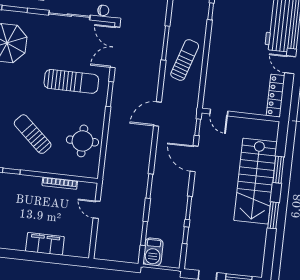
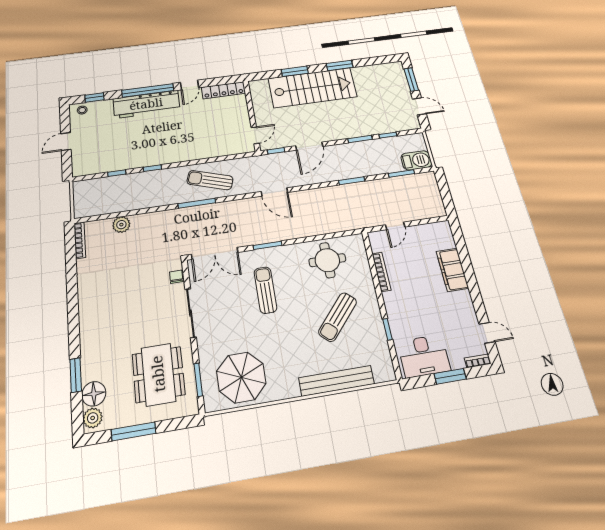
sun lounger: (71, 81) -> (265, 290), width x0.73, depth x0.75

